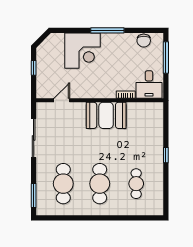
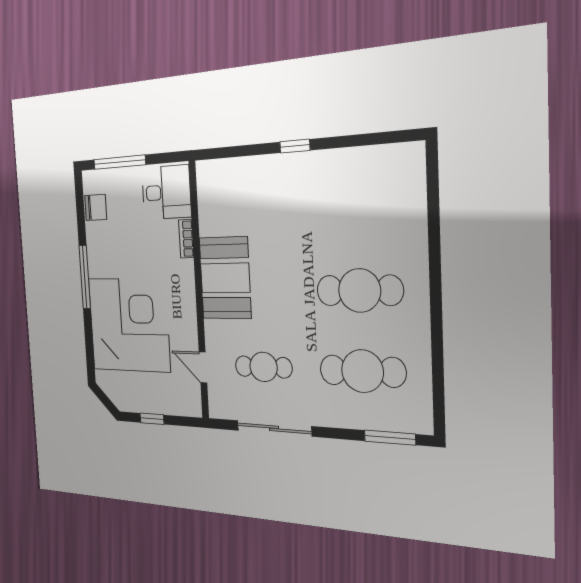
corner desk: (82, 51) -> (129, 325), width x1.36, depth x1.36
cafe table: (136, 184) -> (264, 367), moved

